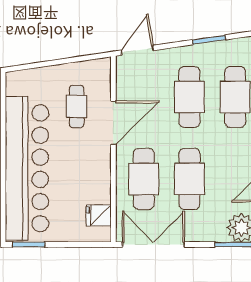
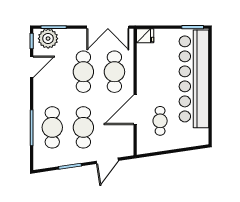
door: (137, 50) -> (107, 161), moved
fridge: (99, 215) -> (145, 36), moved

